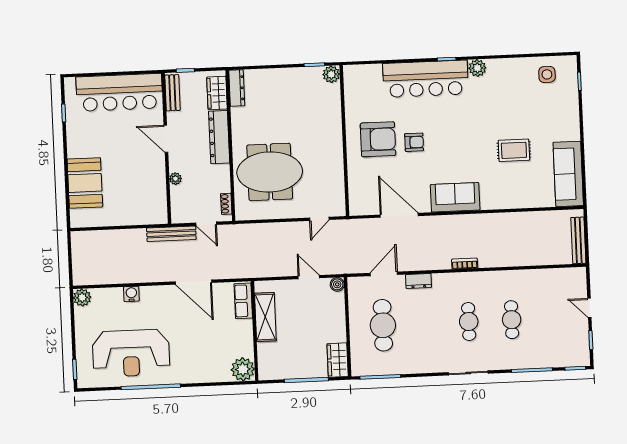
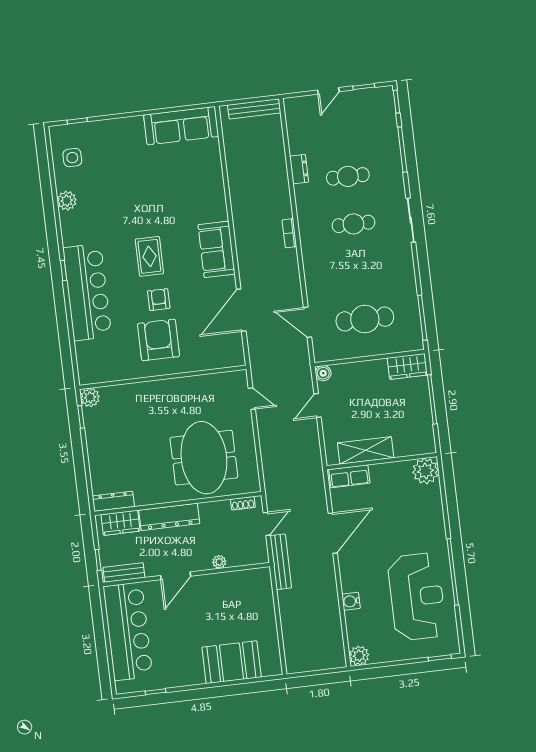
plant: (477, 68) -> (67, 201), moved
rug: (514, 150) -> (149, 256), moved
dresser: (418, 281) -> (299, 169), moved

